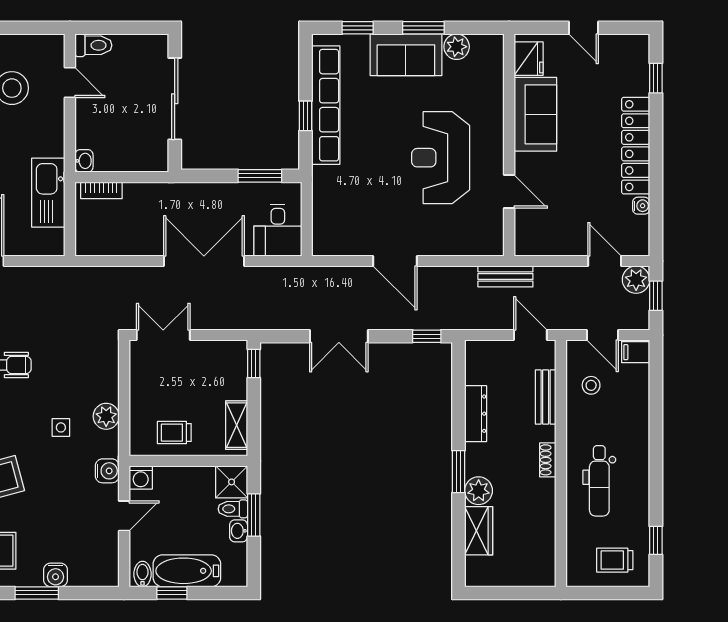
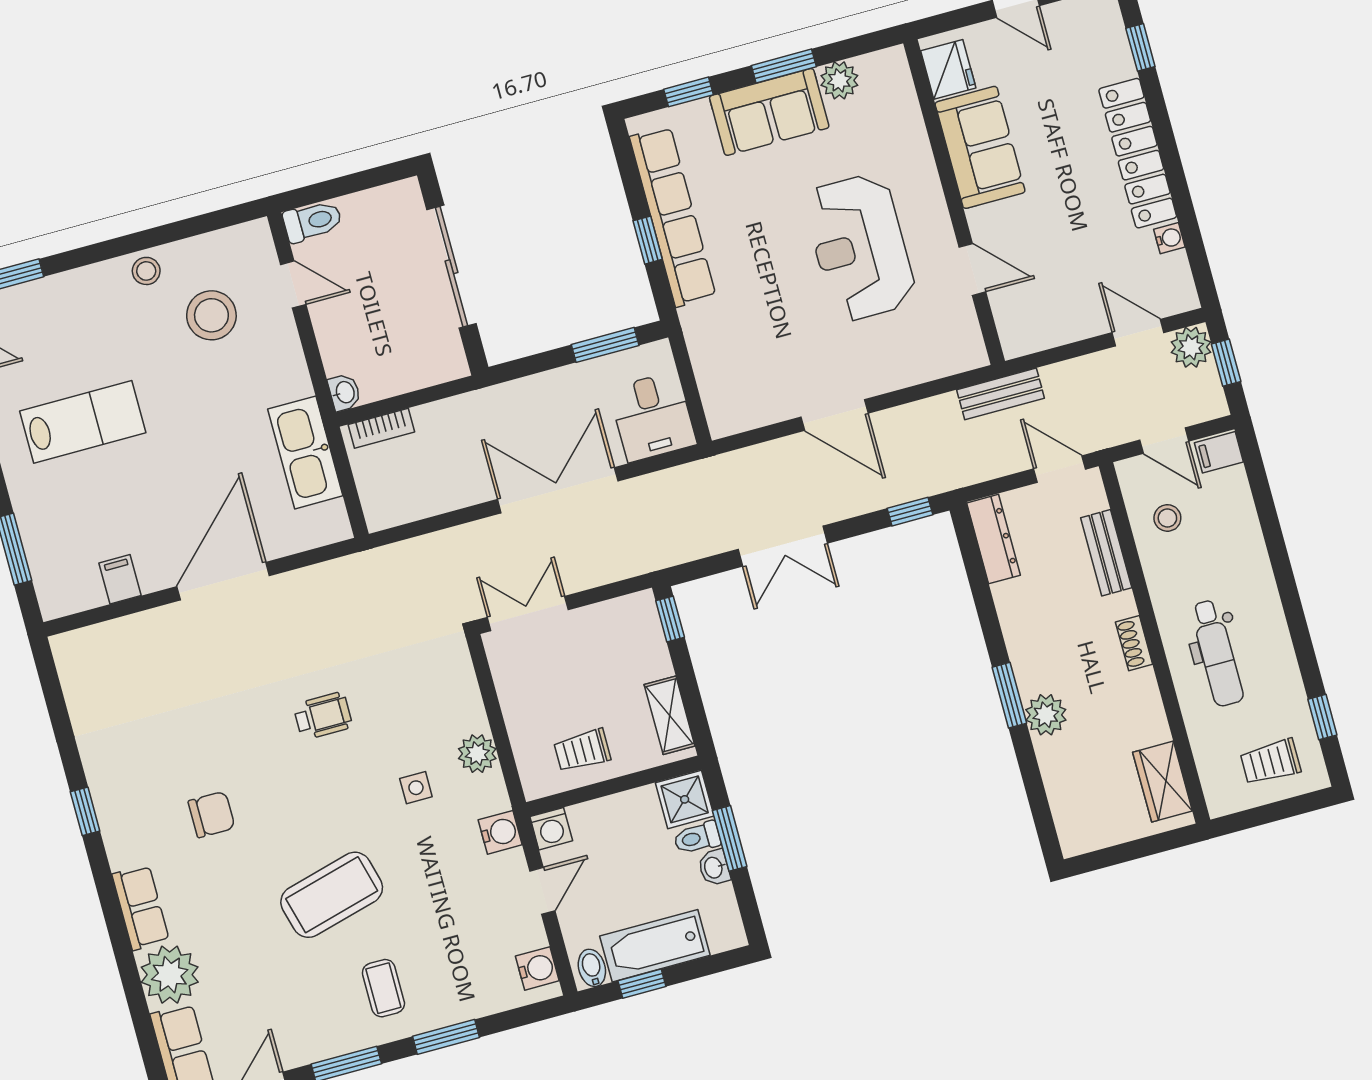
dresser: (476, 414) -> (994, 539), moved
wardrobe: (479, 531) -> (1163, 782), moved, turned 180
water cooler: (56, 575) -> (537, 968), moved, turned -90

